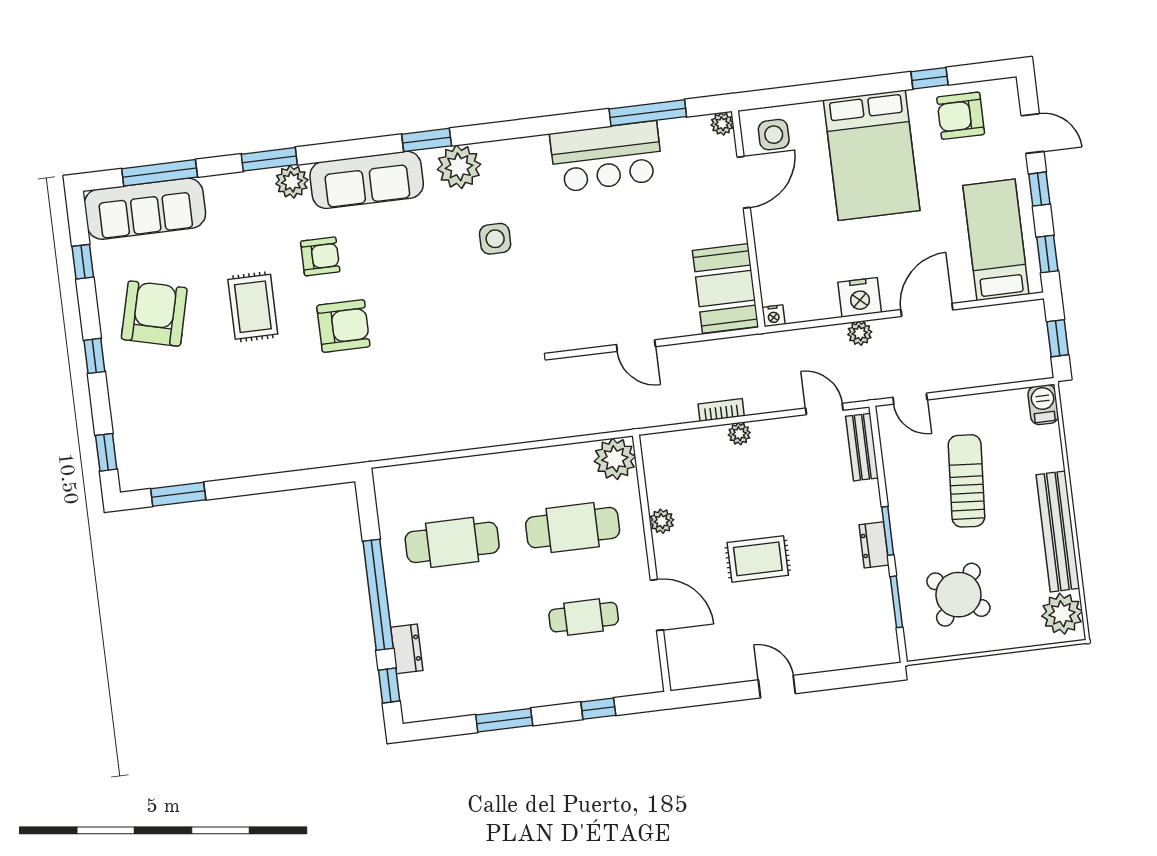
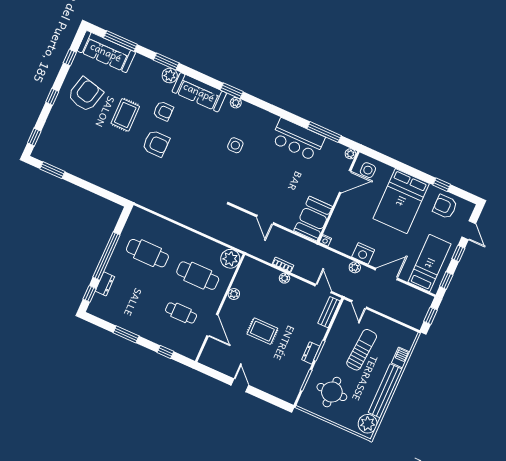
plant: (459, 167) -> (236, 103), width x0.53, depth x0.53
barbecue: (1043, 405) -> (401, 357), moved
round table: (958, 595) -> (332, 392), turned -37

